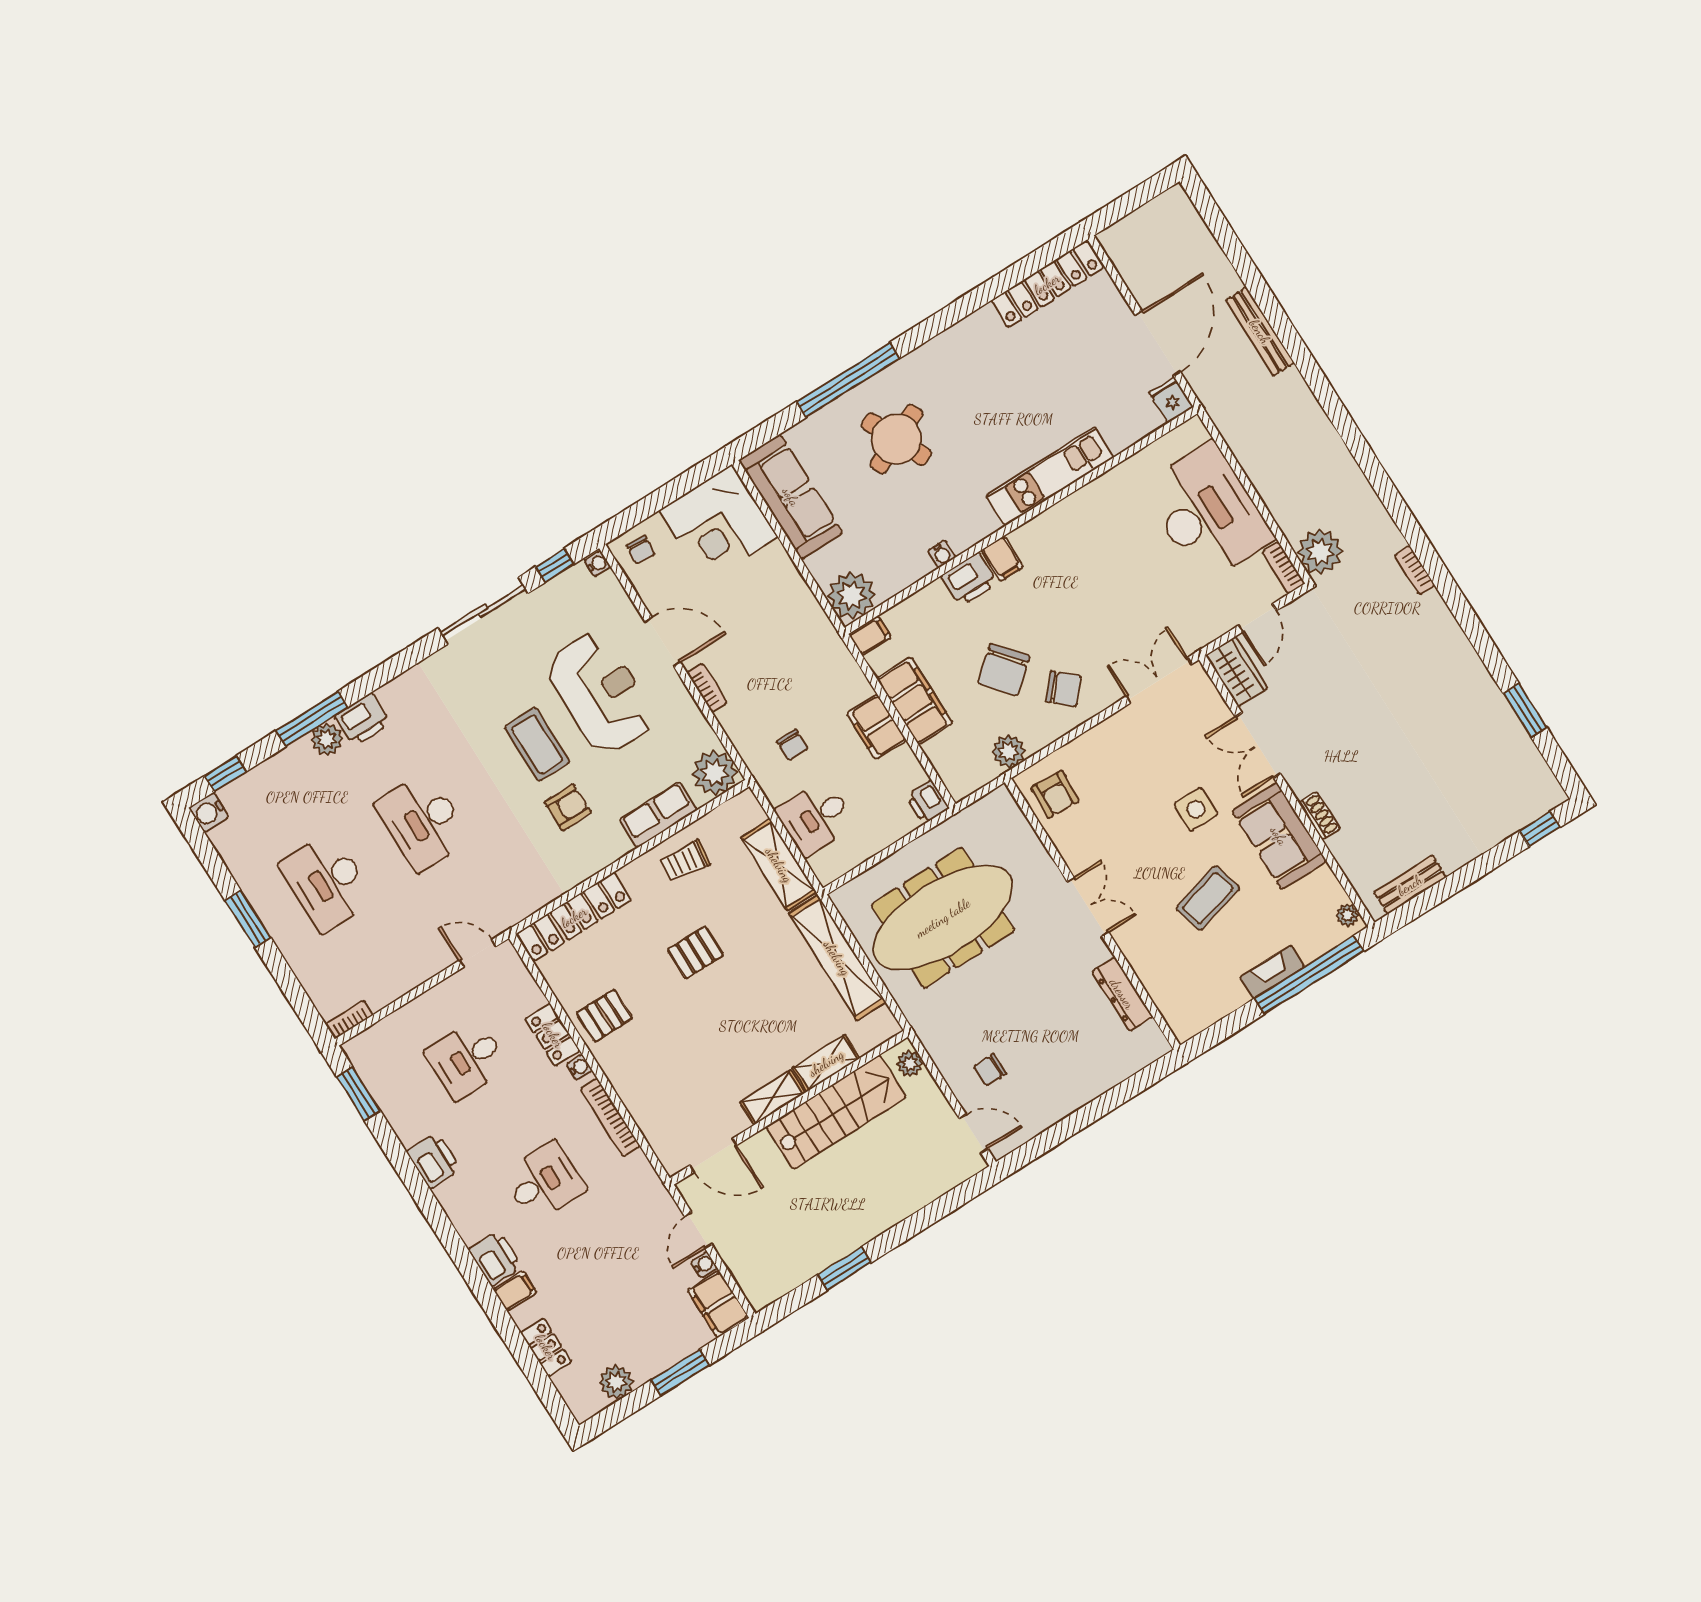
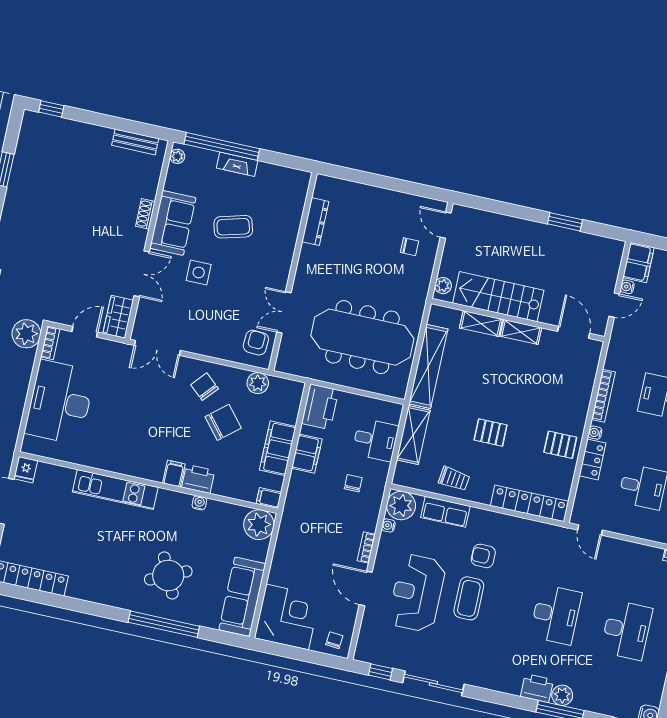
water cooler: (597, 564) -> (388, 525), moved
printer: (927, 802) -> (320, 407), width x1.87, depth x1.48
double door: (1088, 907) -> (284, 312), moved

